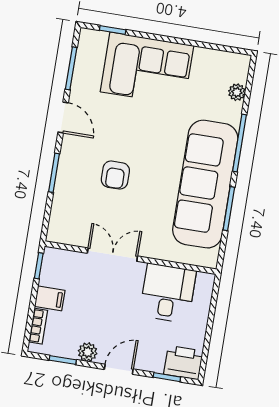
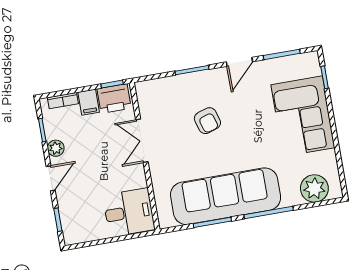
plant: (237, 92) -> (314, 188), width x1.88, depth x1.88
armchair: (115, 175) -> (207, 121), turned -107
double door: (112, 255) -> (142, 141), swing flipped
desk: (168, 293) -> (129, 212), moved
printer: (183, 363) -> (114, 98), moved, turned 90
door: (119, 369) -> (51, 178), hinge flipped

